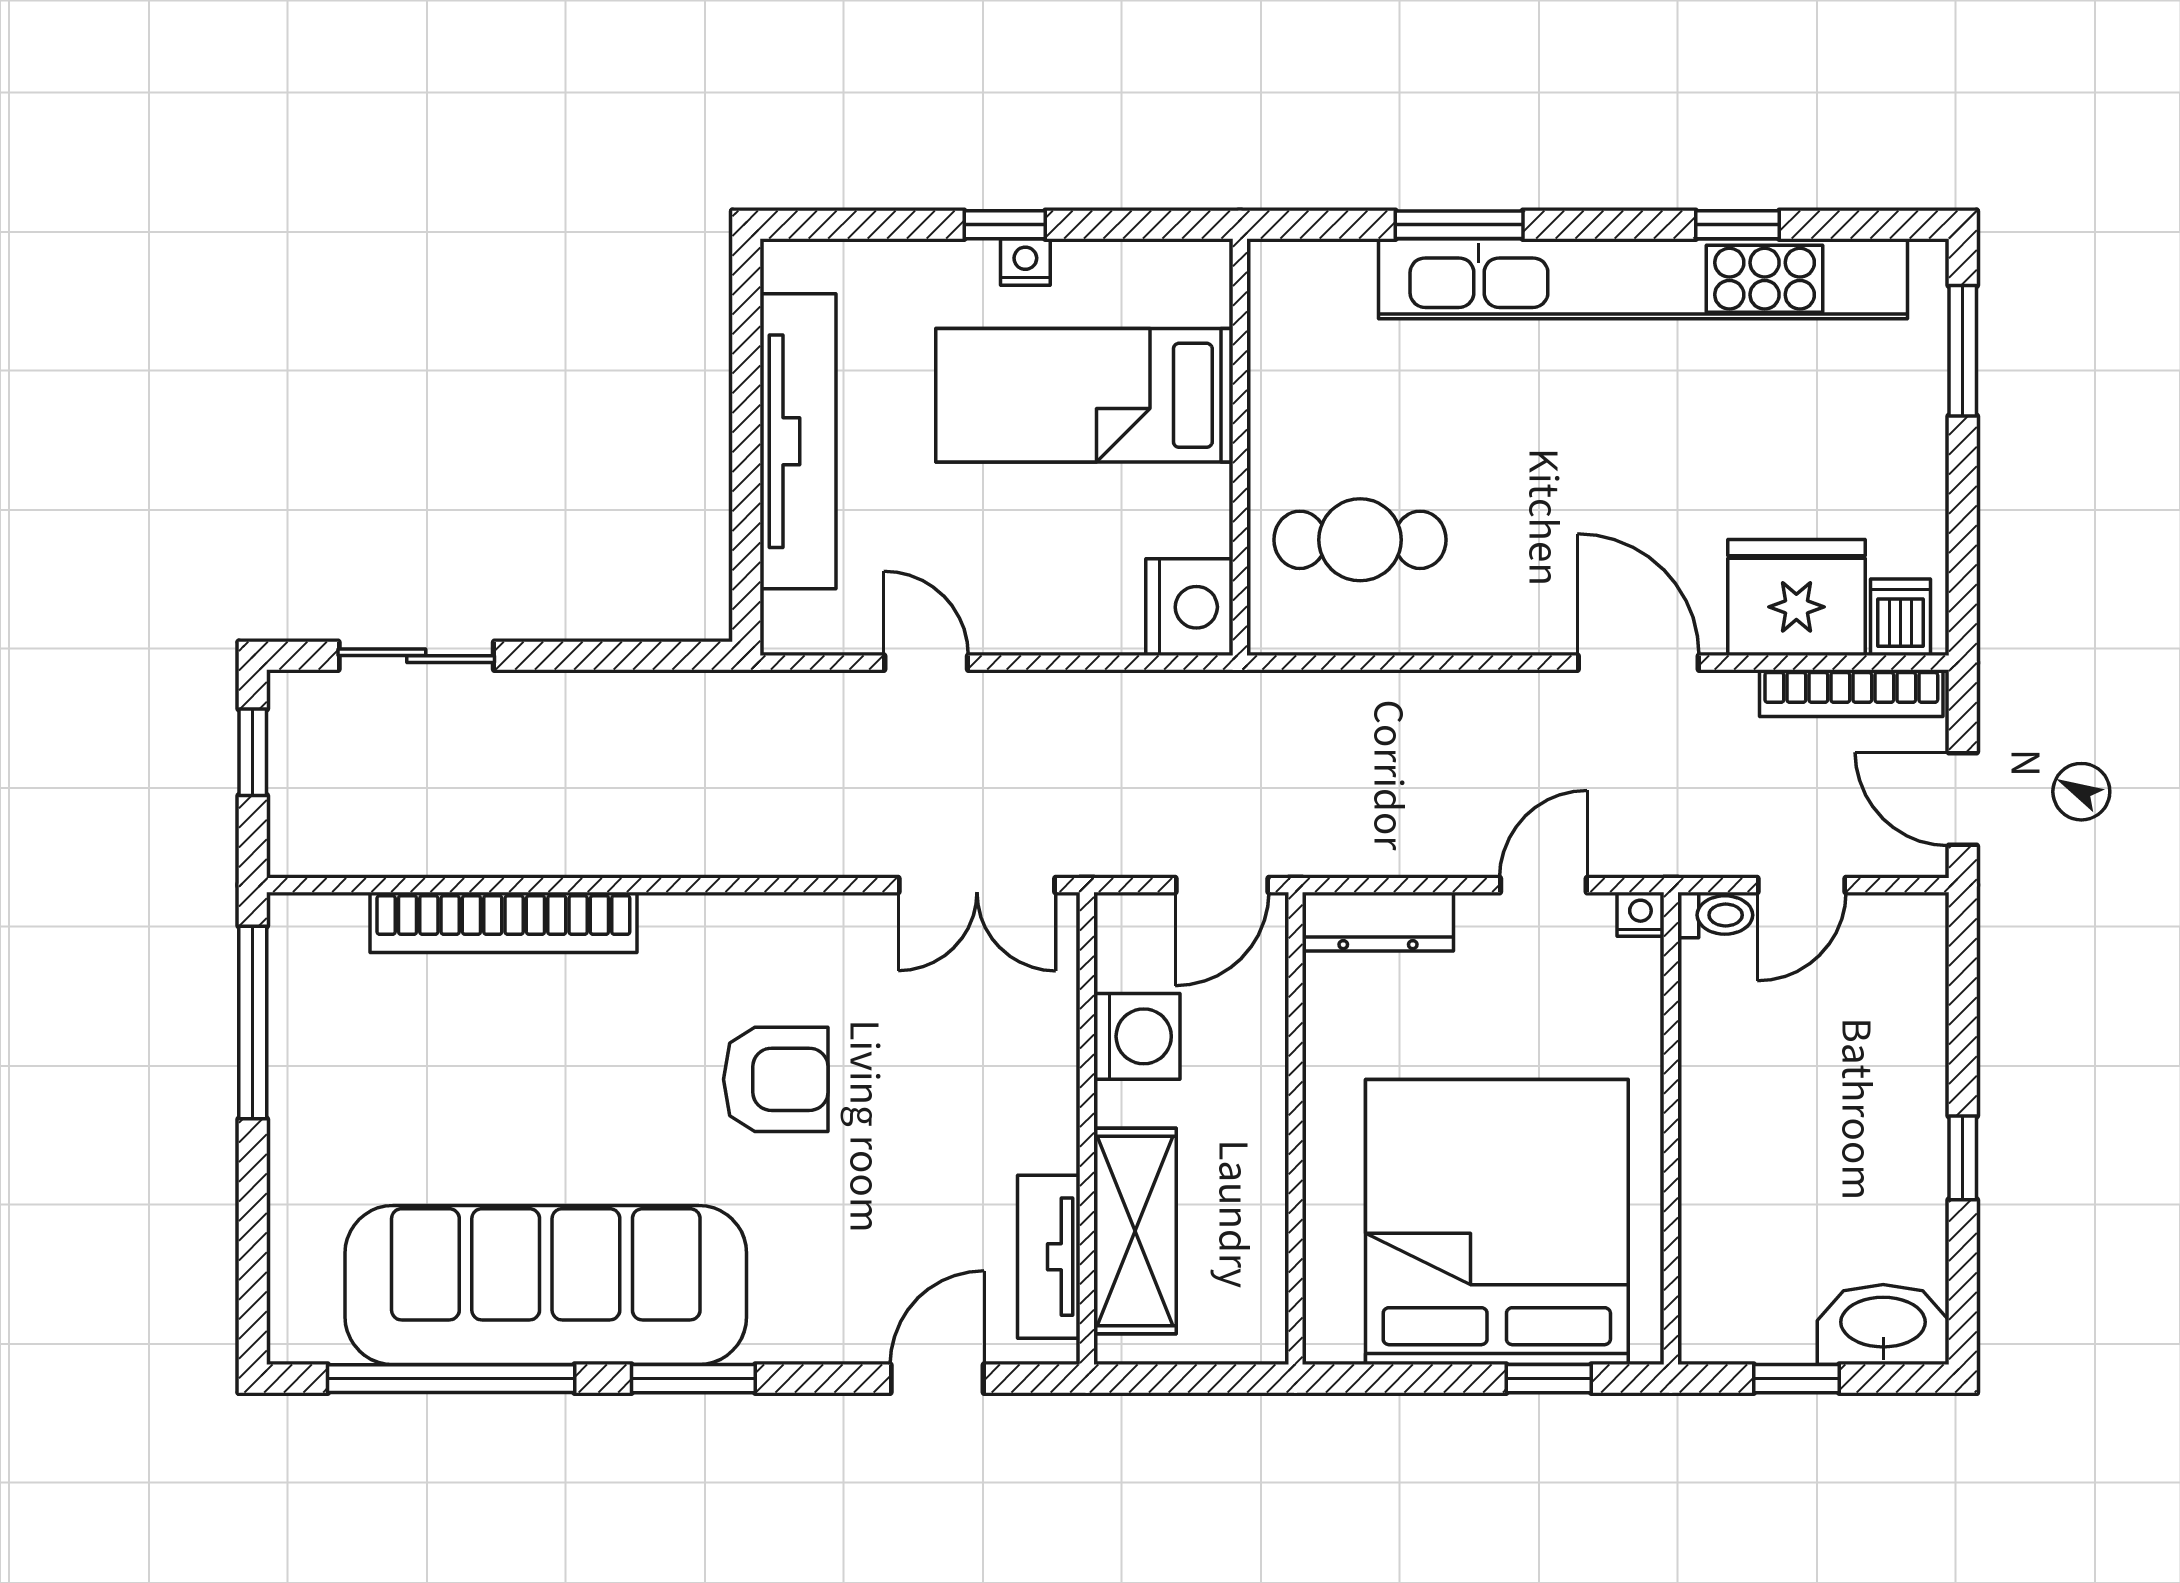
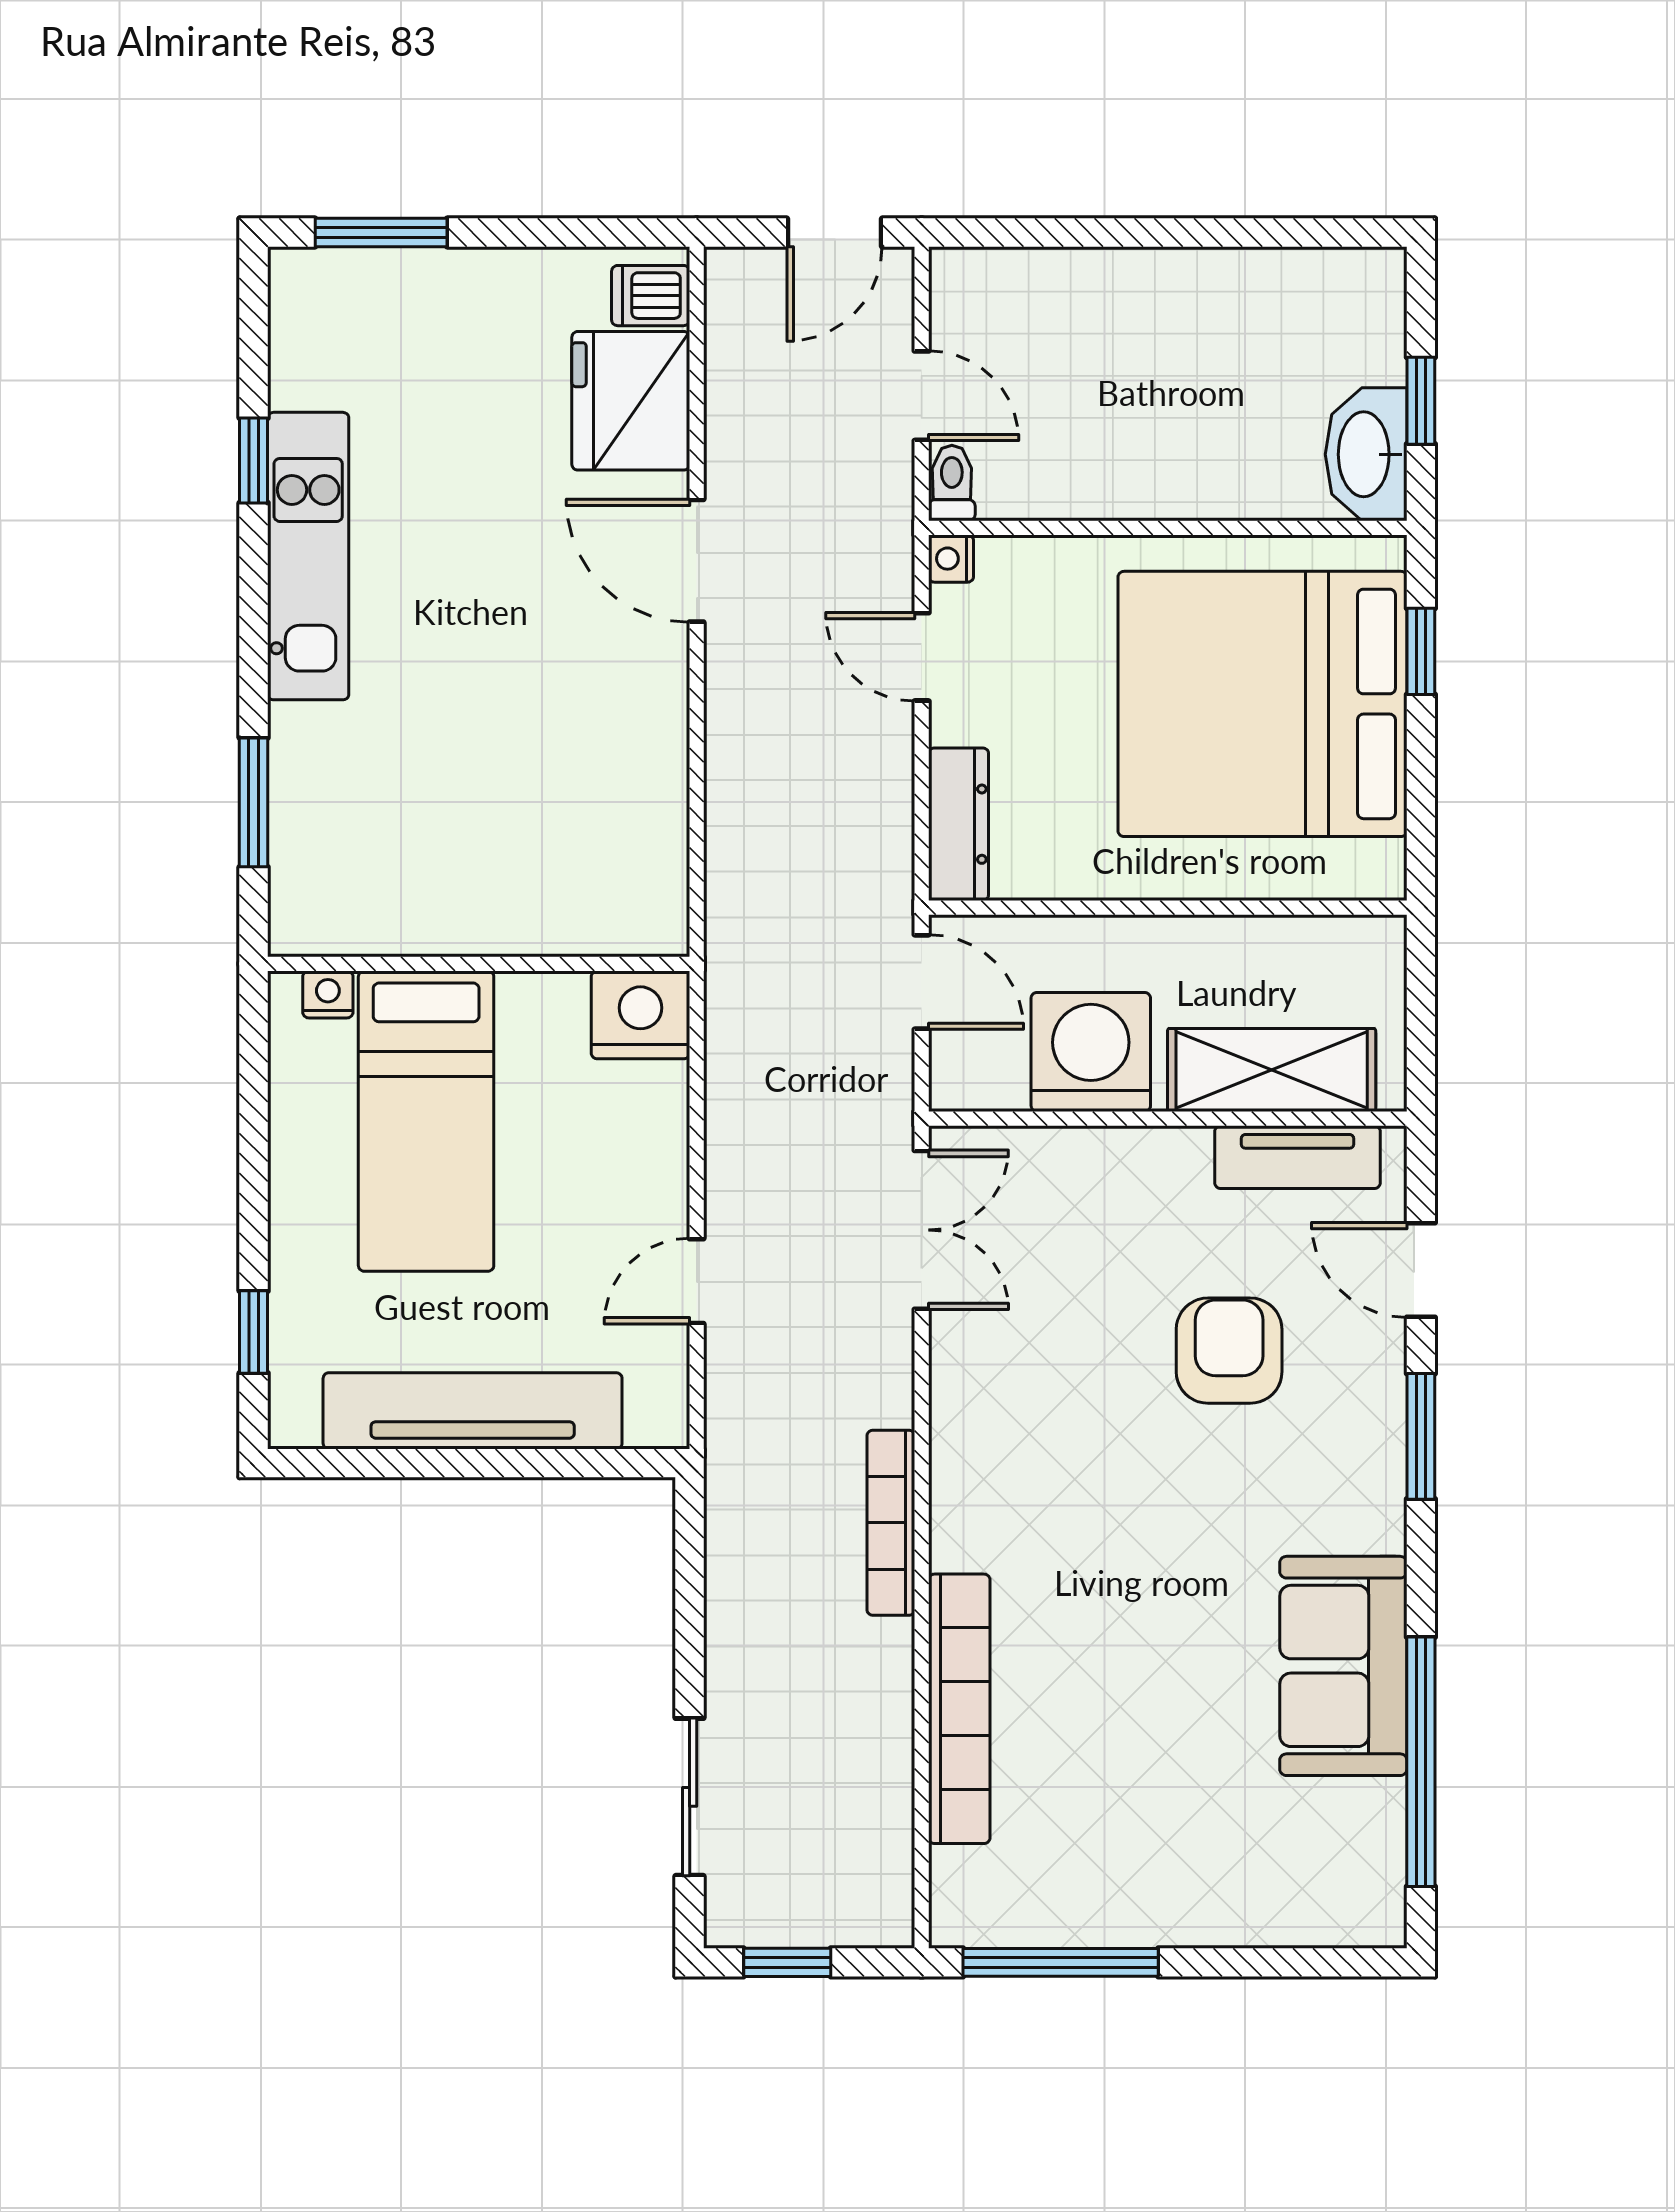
window: (1005, 225) -> (254, 1332), moved
window: (1459, 225) -> (254, 802), moved
nightstand: (1025, 262) -> (328, 994), moved, turned 90
kitchen unit: (1643, 279) -> (308, 556), width x0.54
cafe table: (1360, 540) -> (572, 842), removed
door: (1638, 663) -> (697, 561), hinge flipped
bookcase: (1851, 693) -> (891, 1523), moved, turned 180
washing machine: (1137, 1036) -> (1091, 1052), width x1.37, depth x1.37
armchair: (776, 1079) -> (1229, 1351), moved
window: (1963, 1158) -> (1198, 233), removed
sofa: (546, 1285) -> (1343, 1666), width x0.54, depth x0.79
washbasin: (1883, 1325) -> (1366, 454), moved
window: (693, 1379) -> (1421, 1436), moved

